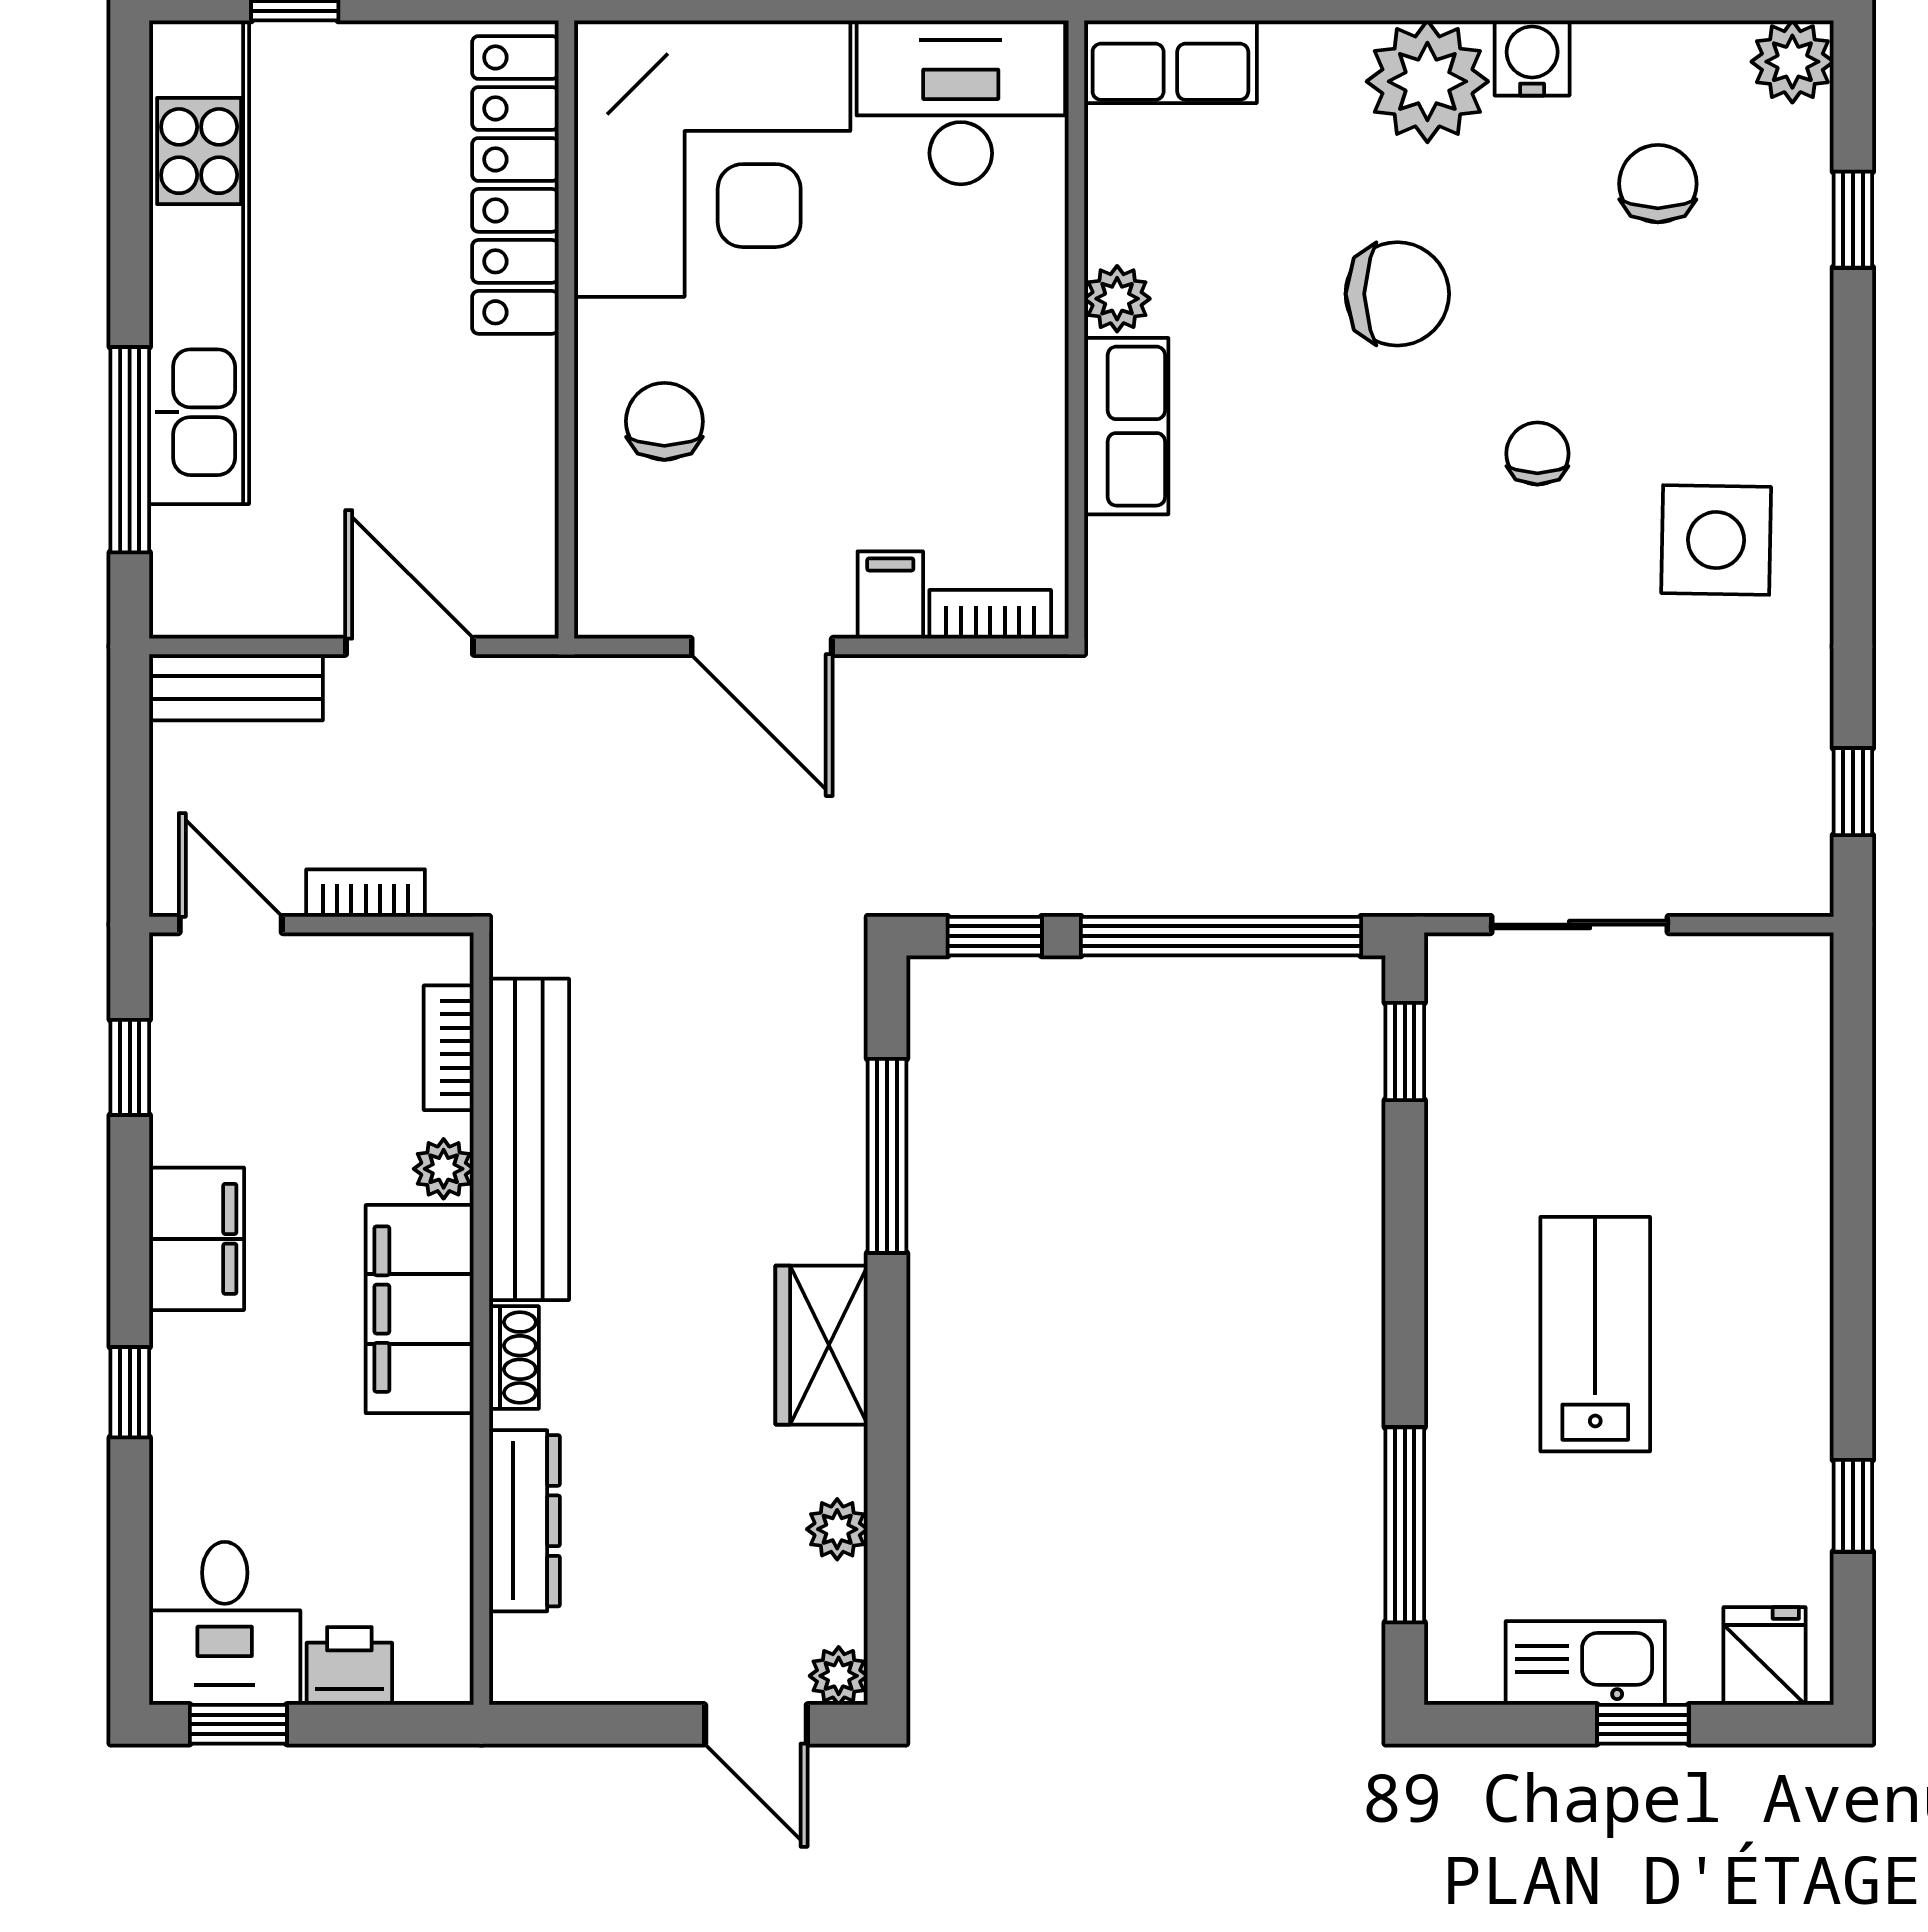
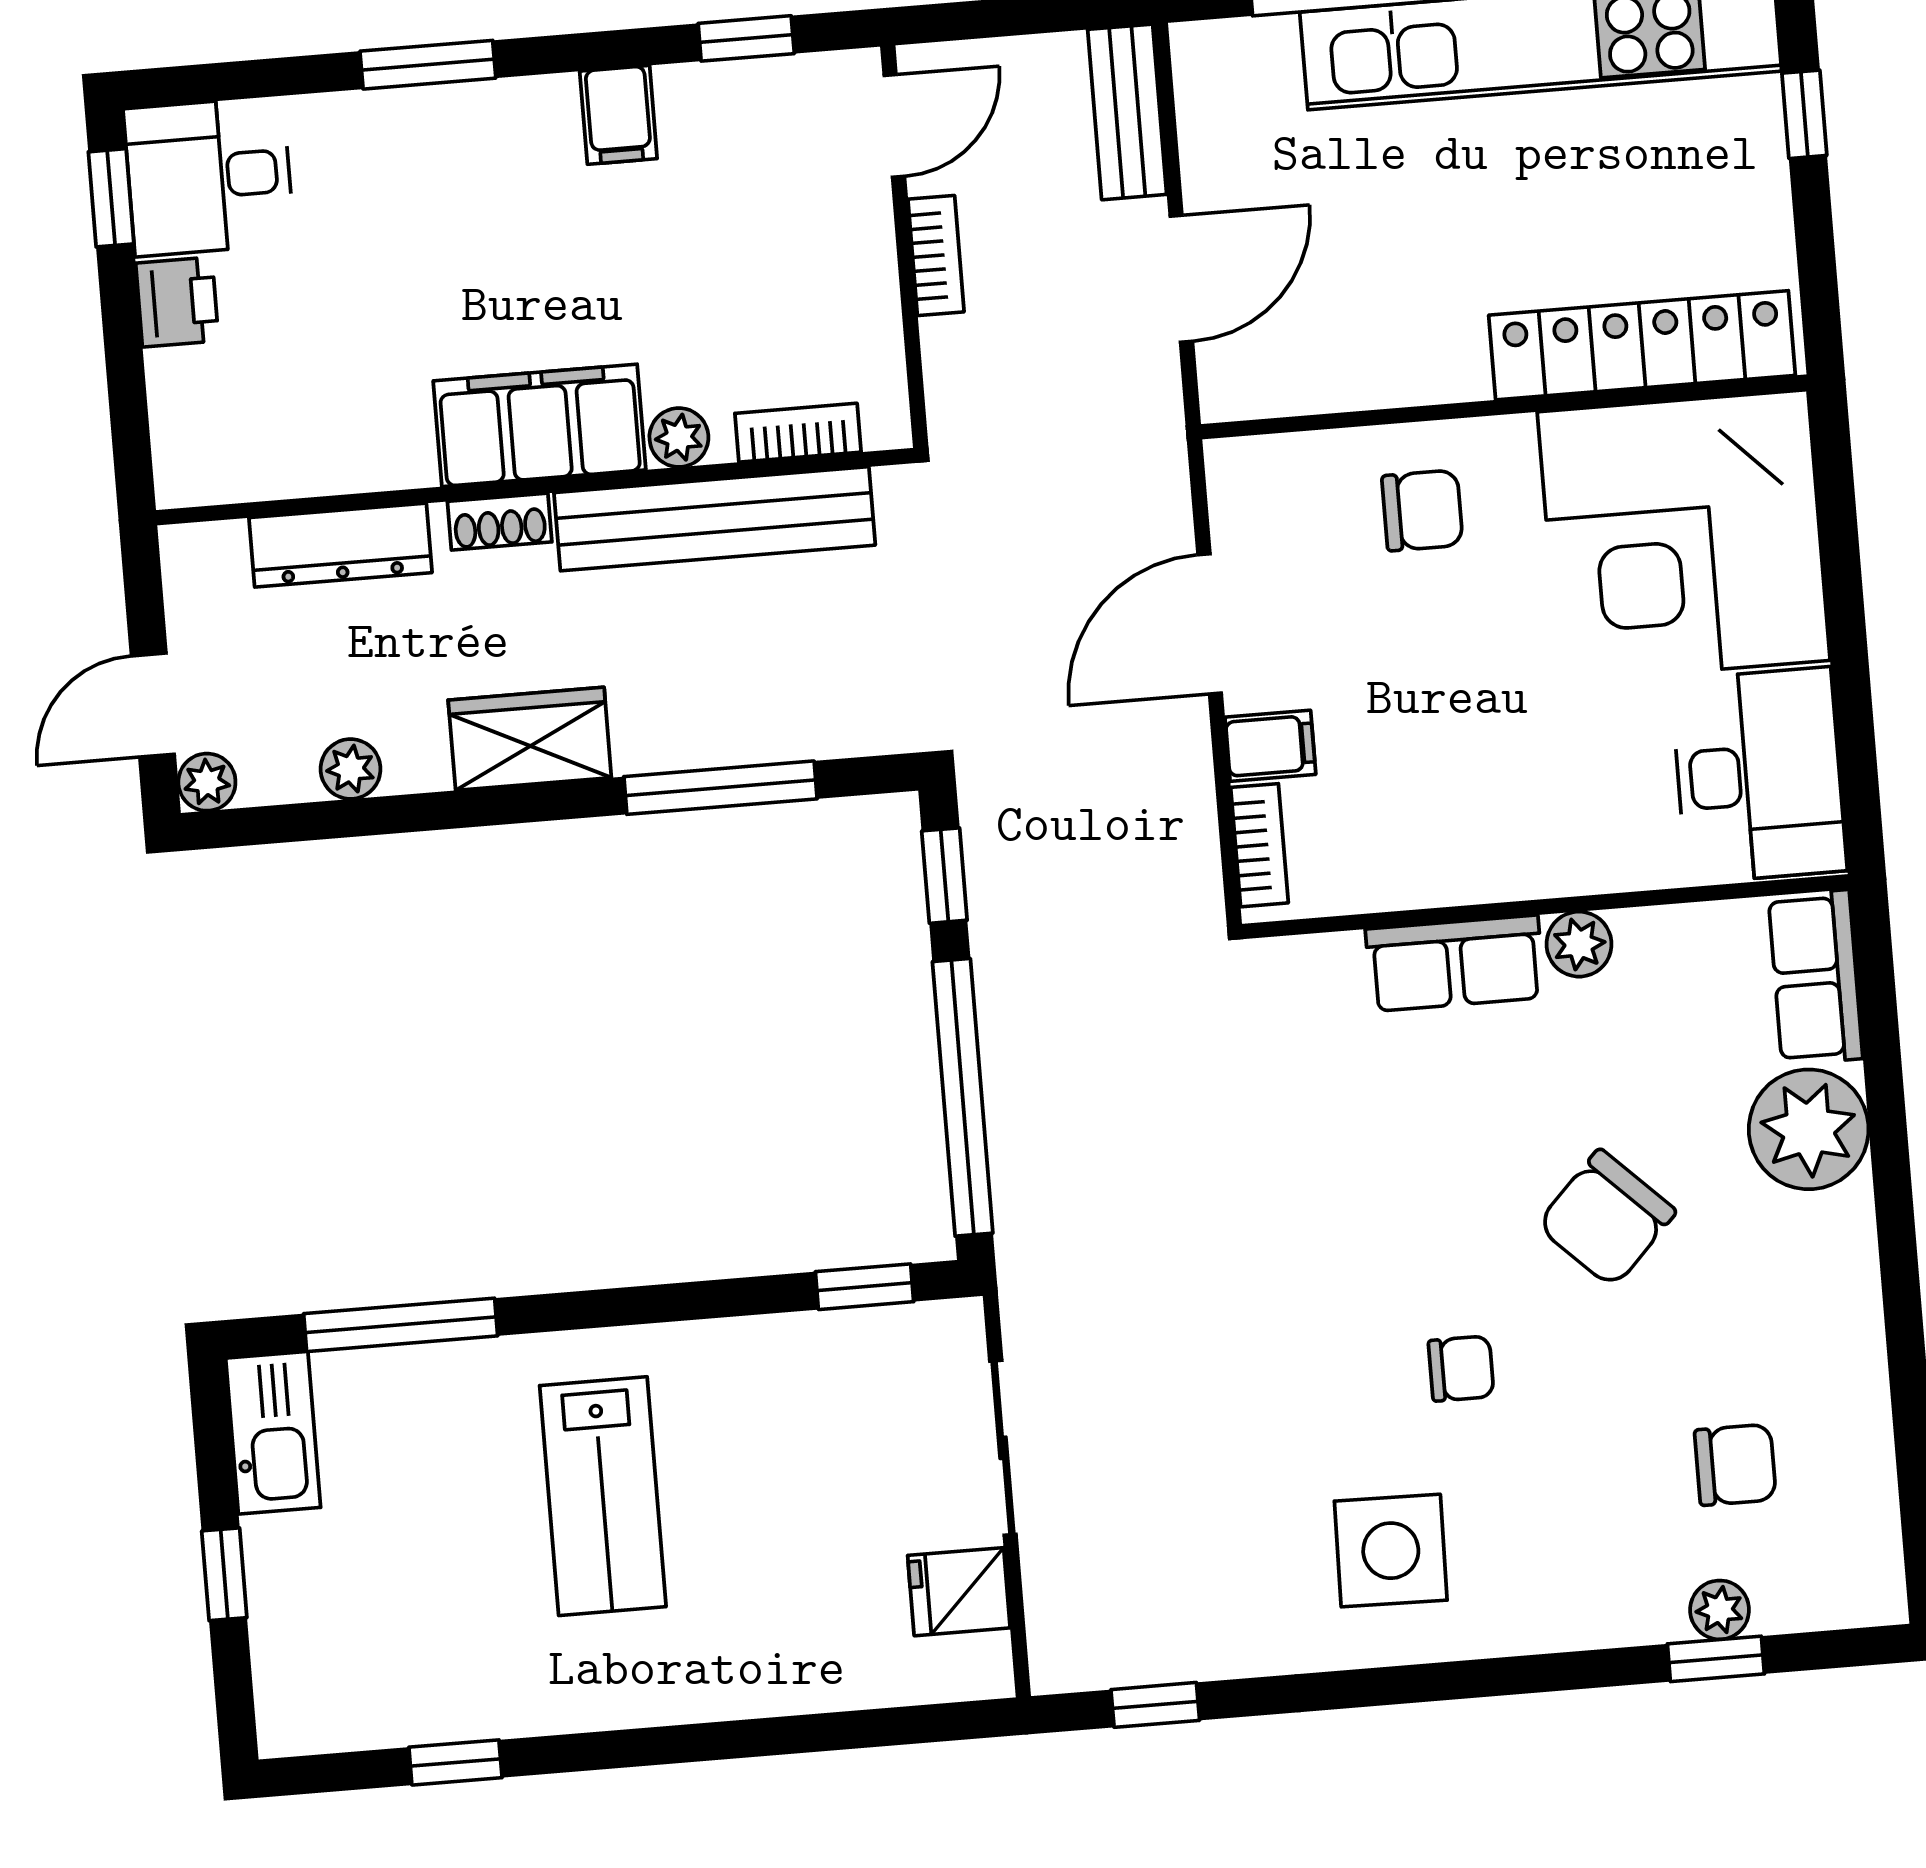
water cooler: (1532, 58) -> (1848, 1331), removed
plant: (1792, 62) -> (1720, 1610), moved, width x0.73, depth x0.73
plant: (1427, 81) -> (1809, 1129), moved
chair: (1397, 294) -> (1606, 1218), turned 44
bookcase: (449, 1048) -> (798, 433), moved
bench: (529, 1139) -> (715, 519), moved
plant: (444, 1169) -> (679, 438), moved
filing cabinet: (197, 1239) -> (618, 115), width x0.50
filing cabinet: (420, 1309) -> (540, 425), moved
wall: (481, 1319) -> (535, 487), moved
lab bench: (1595, 1334) -> (603, 1496), turned 90
shoe rack: (514, 1357) -> (500, 522), moved
window: (130, 1392) -> (428, 65), width x1.50
dresser: (524, 1521) -> (340, 545), moved
fridge: (1764, 1656) -> (959, 1592), moved, turned 180
kitchen sink: (1585, 1663) -> (273, 1433), moved

